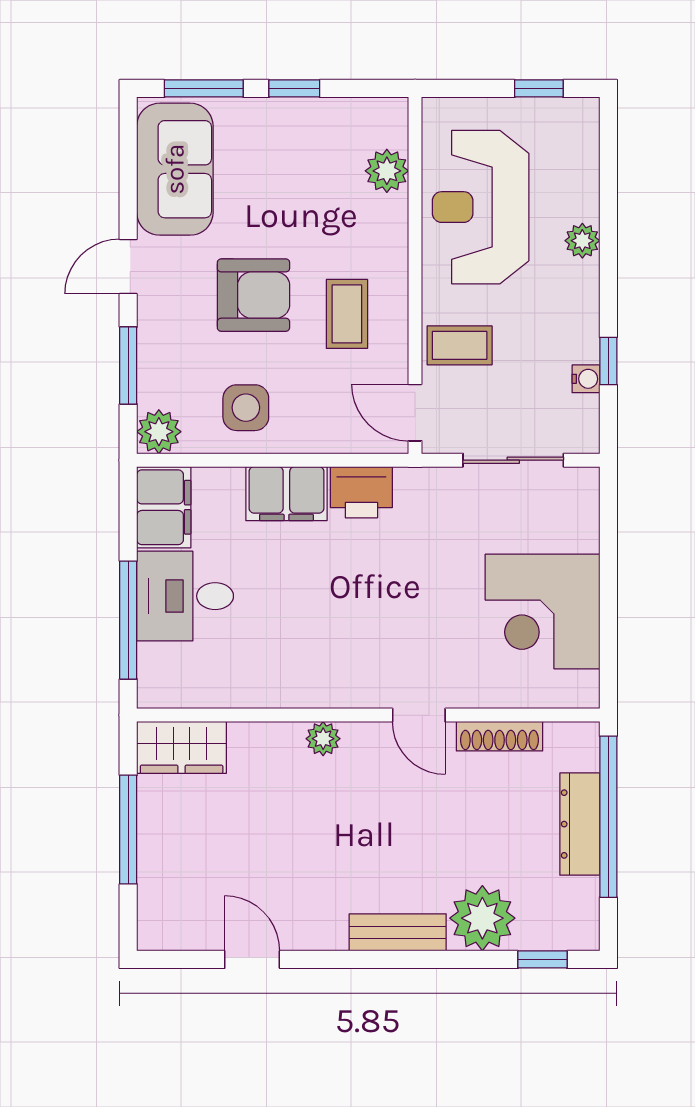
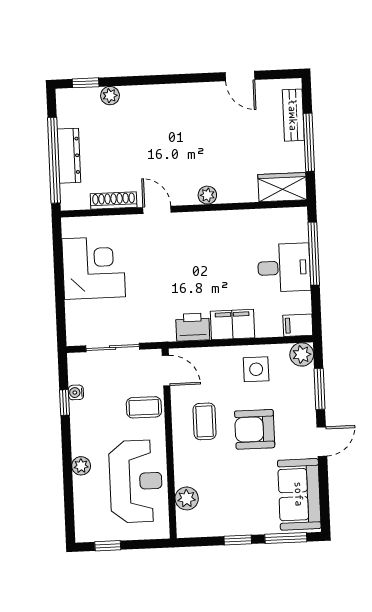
filing cabinet: (164, 507) -> (298, 325), width x0.50
plant: (482, 918) -> (110, 96), width x0.53, depth x0.53
bench: (398, 932) -> (293, 115), moved, turned 90

